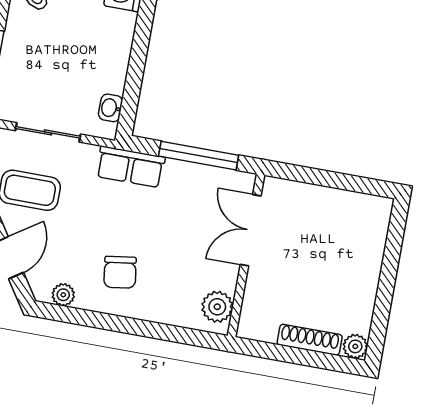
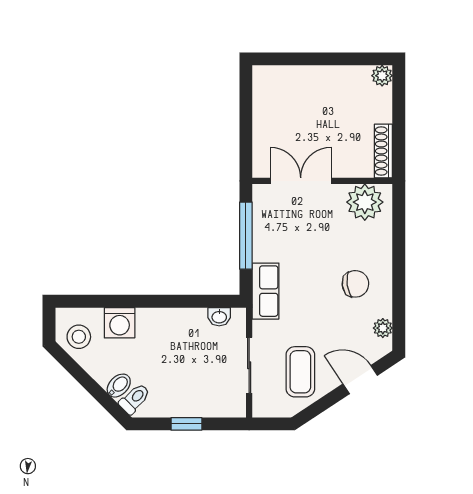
double door: (251, 230) -> (301, 181), swing flipped
plant: (217, 307) -> (365, 202), width x1.36, depth x1.36
shoe rack: (310, 340) -> (383, 151), moved

